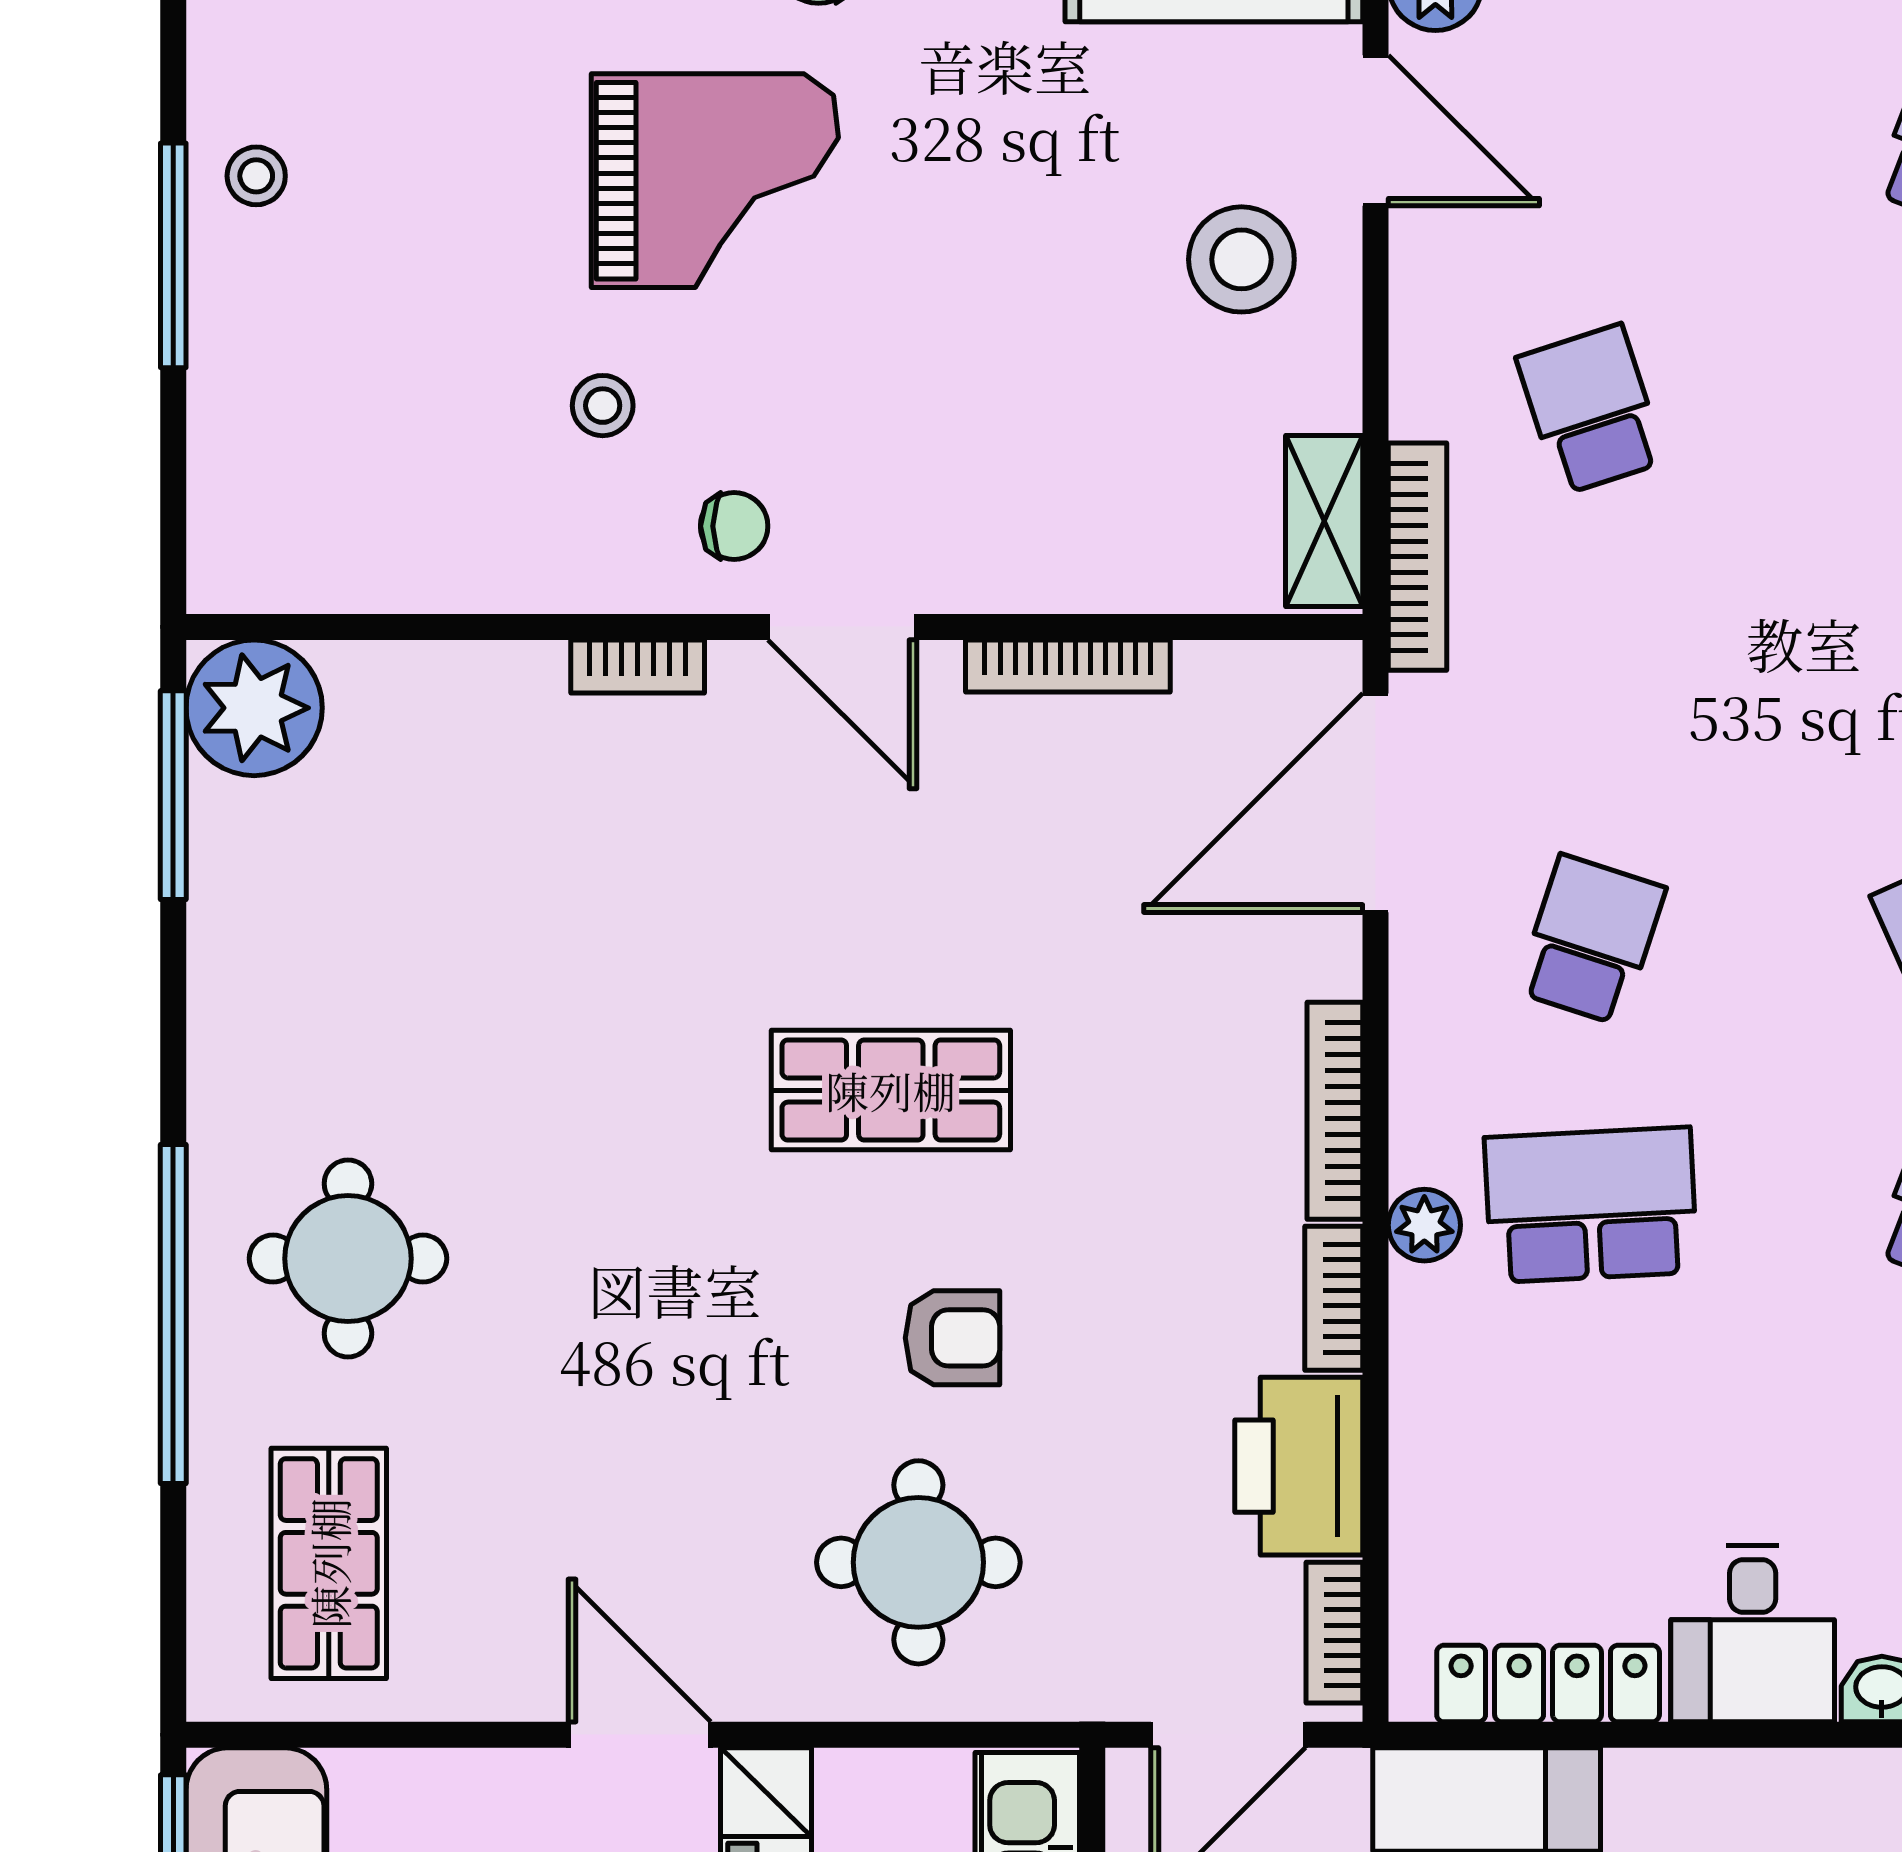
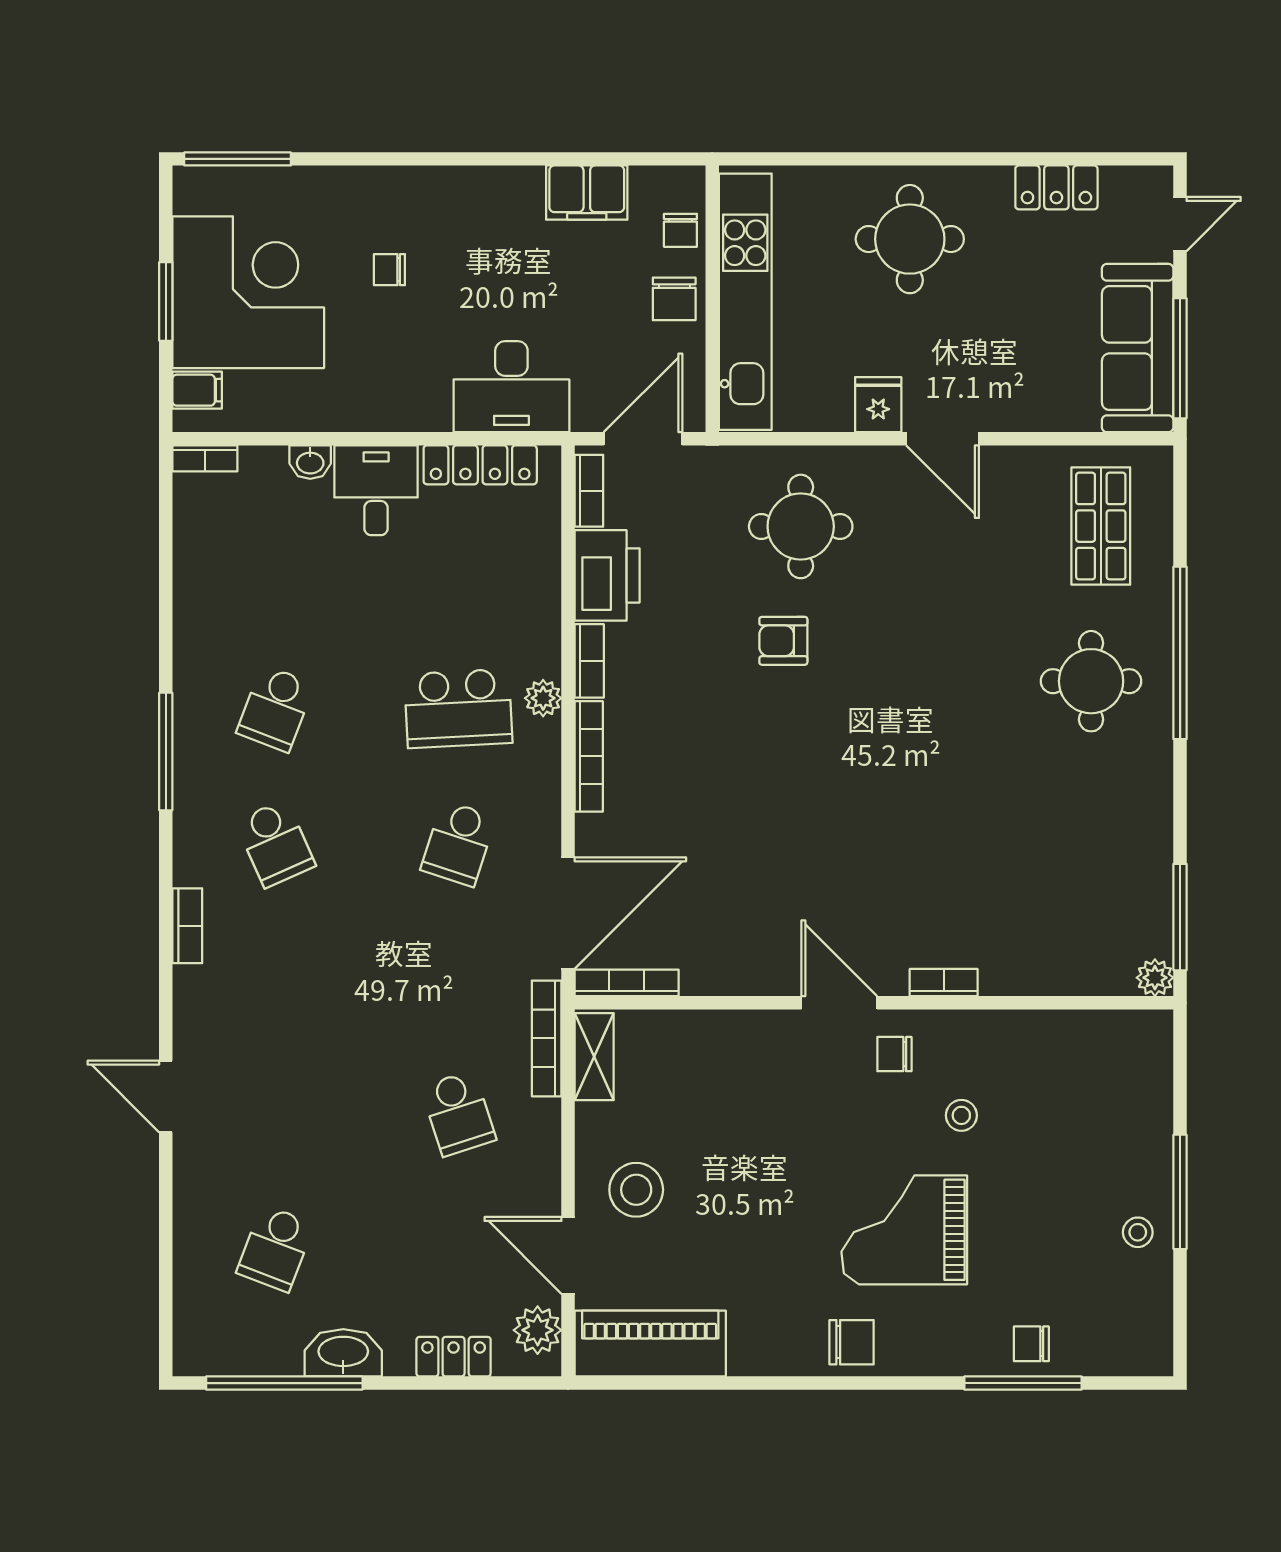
bookcase: (1068, 666) -> (627, 983), moved
plant: (254, 708) -> (1155, 978), width x0.53, depth x0.53
shop shelf: (891, 1090) -> (815, 767), removed

